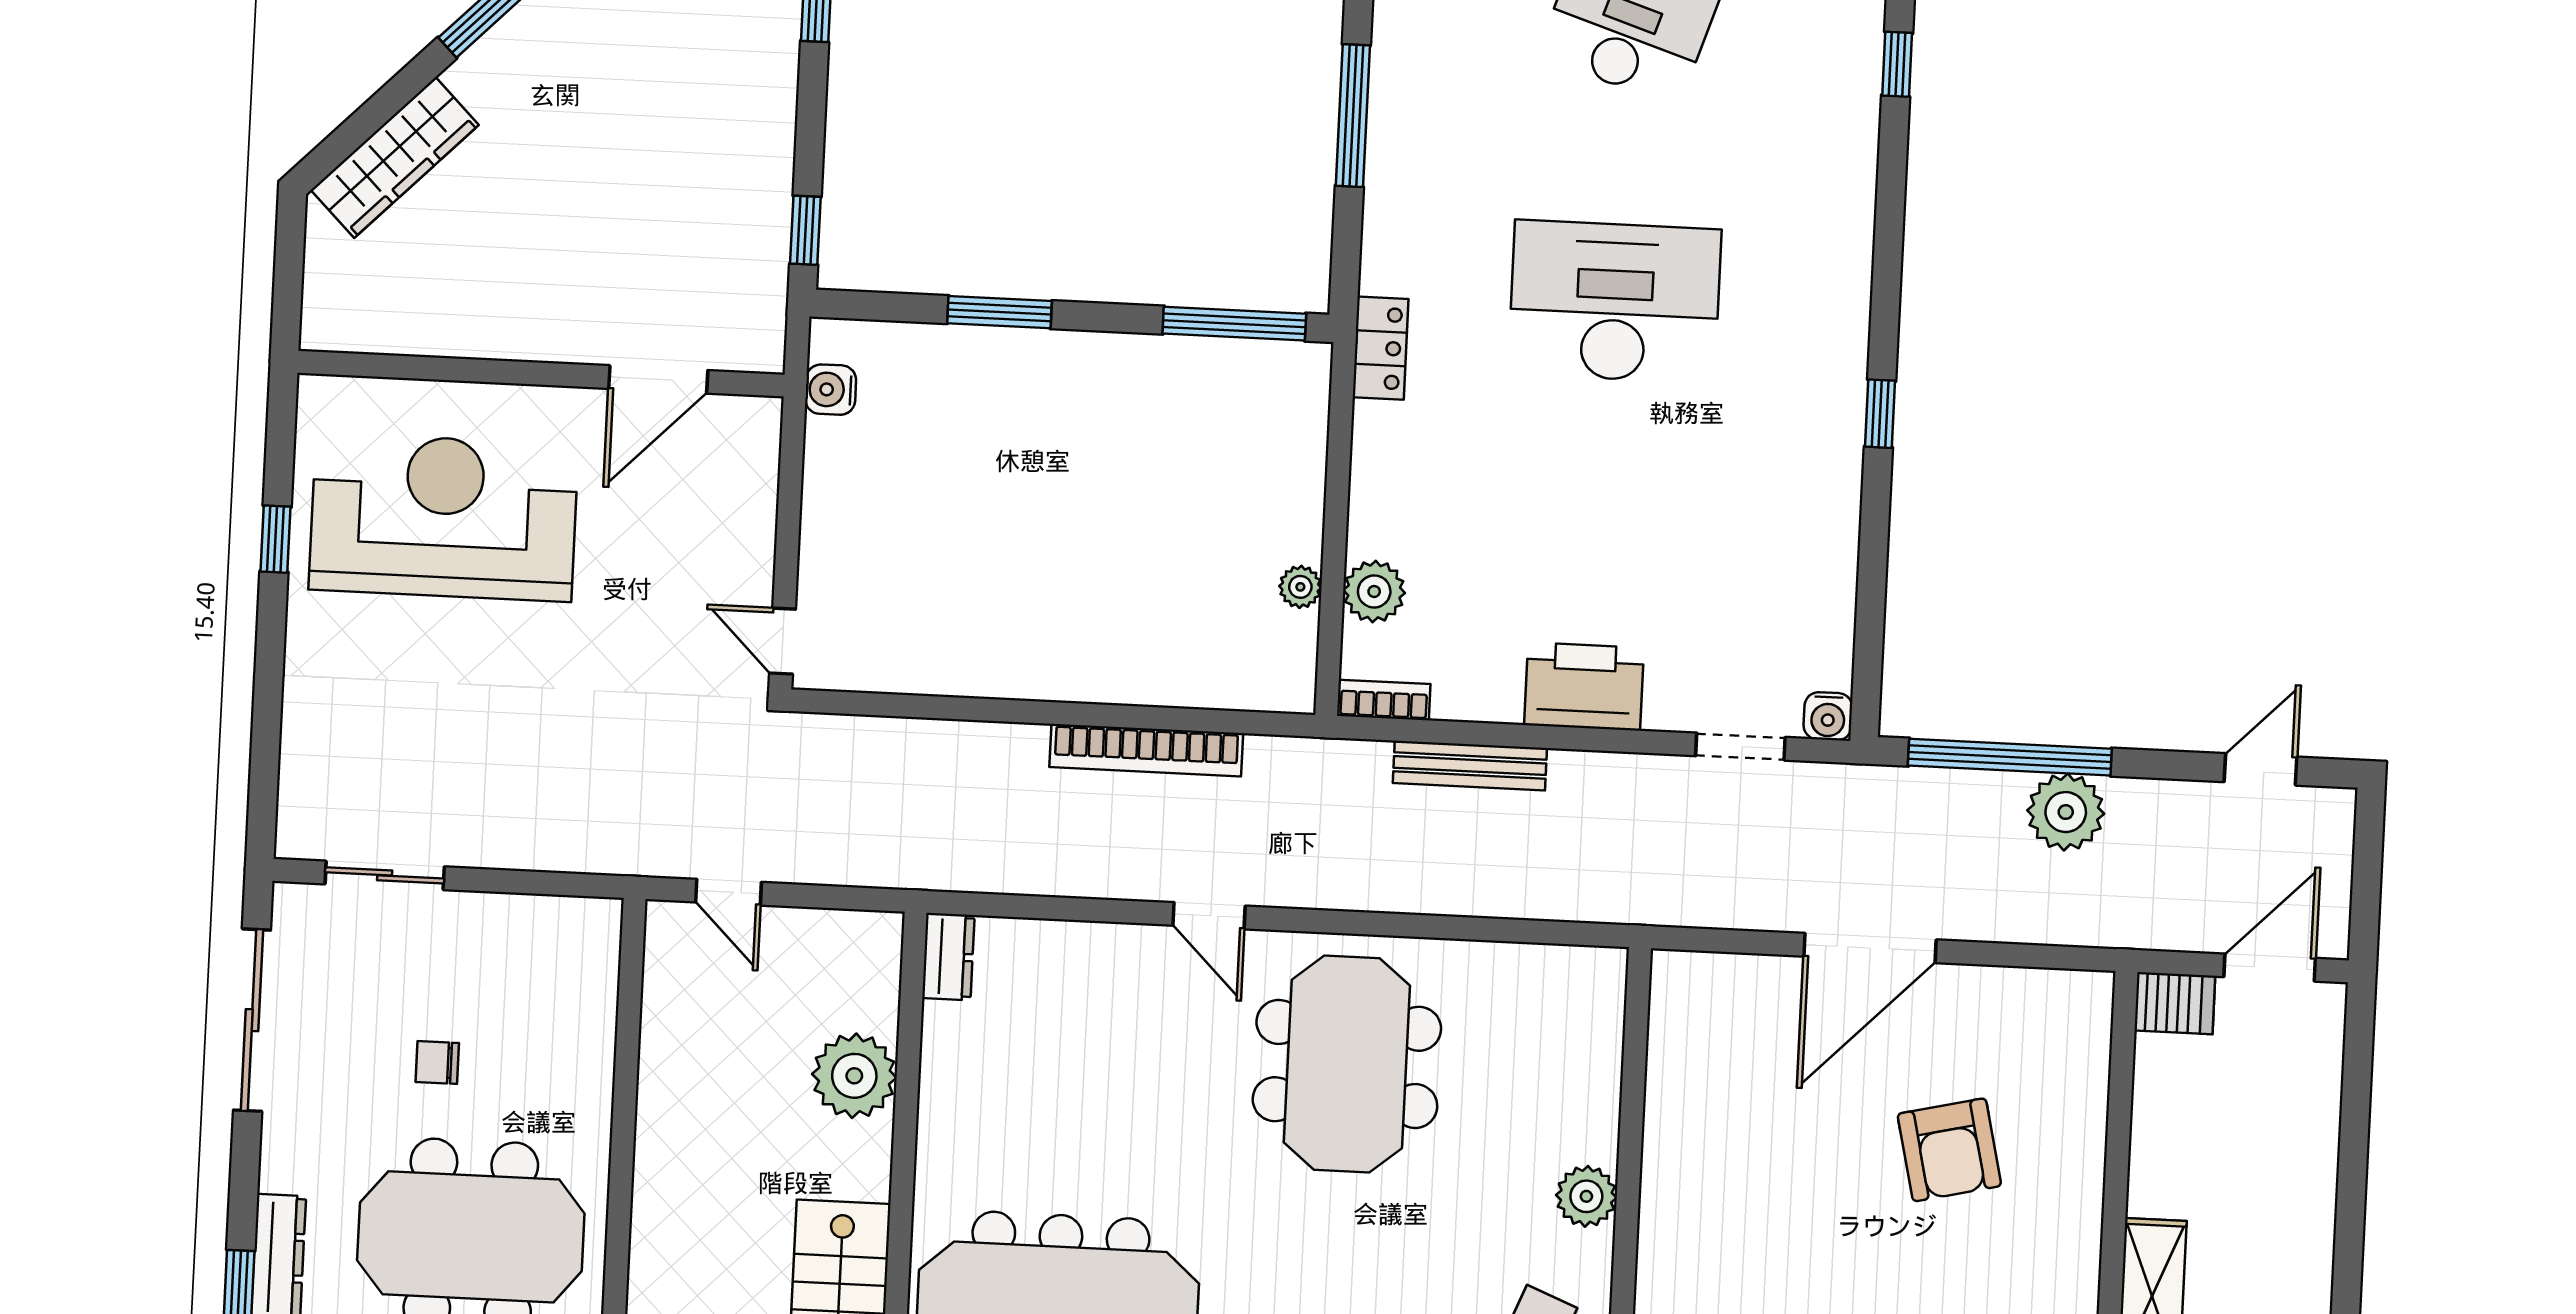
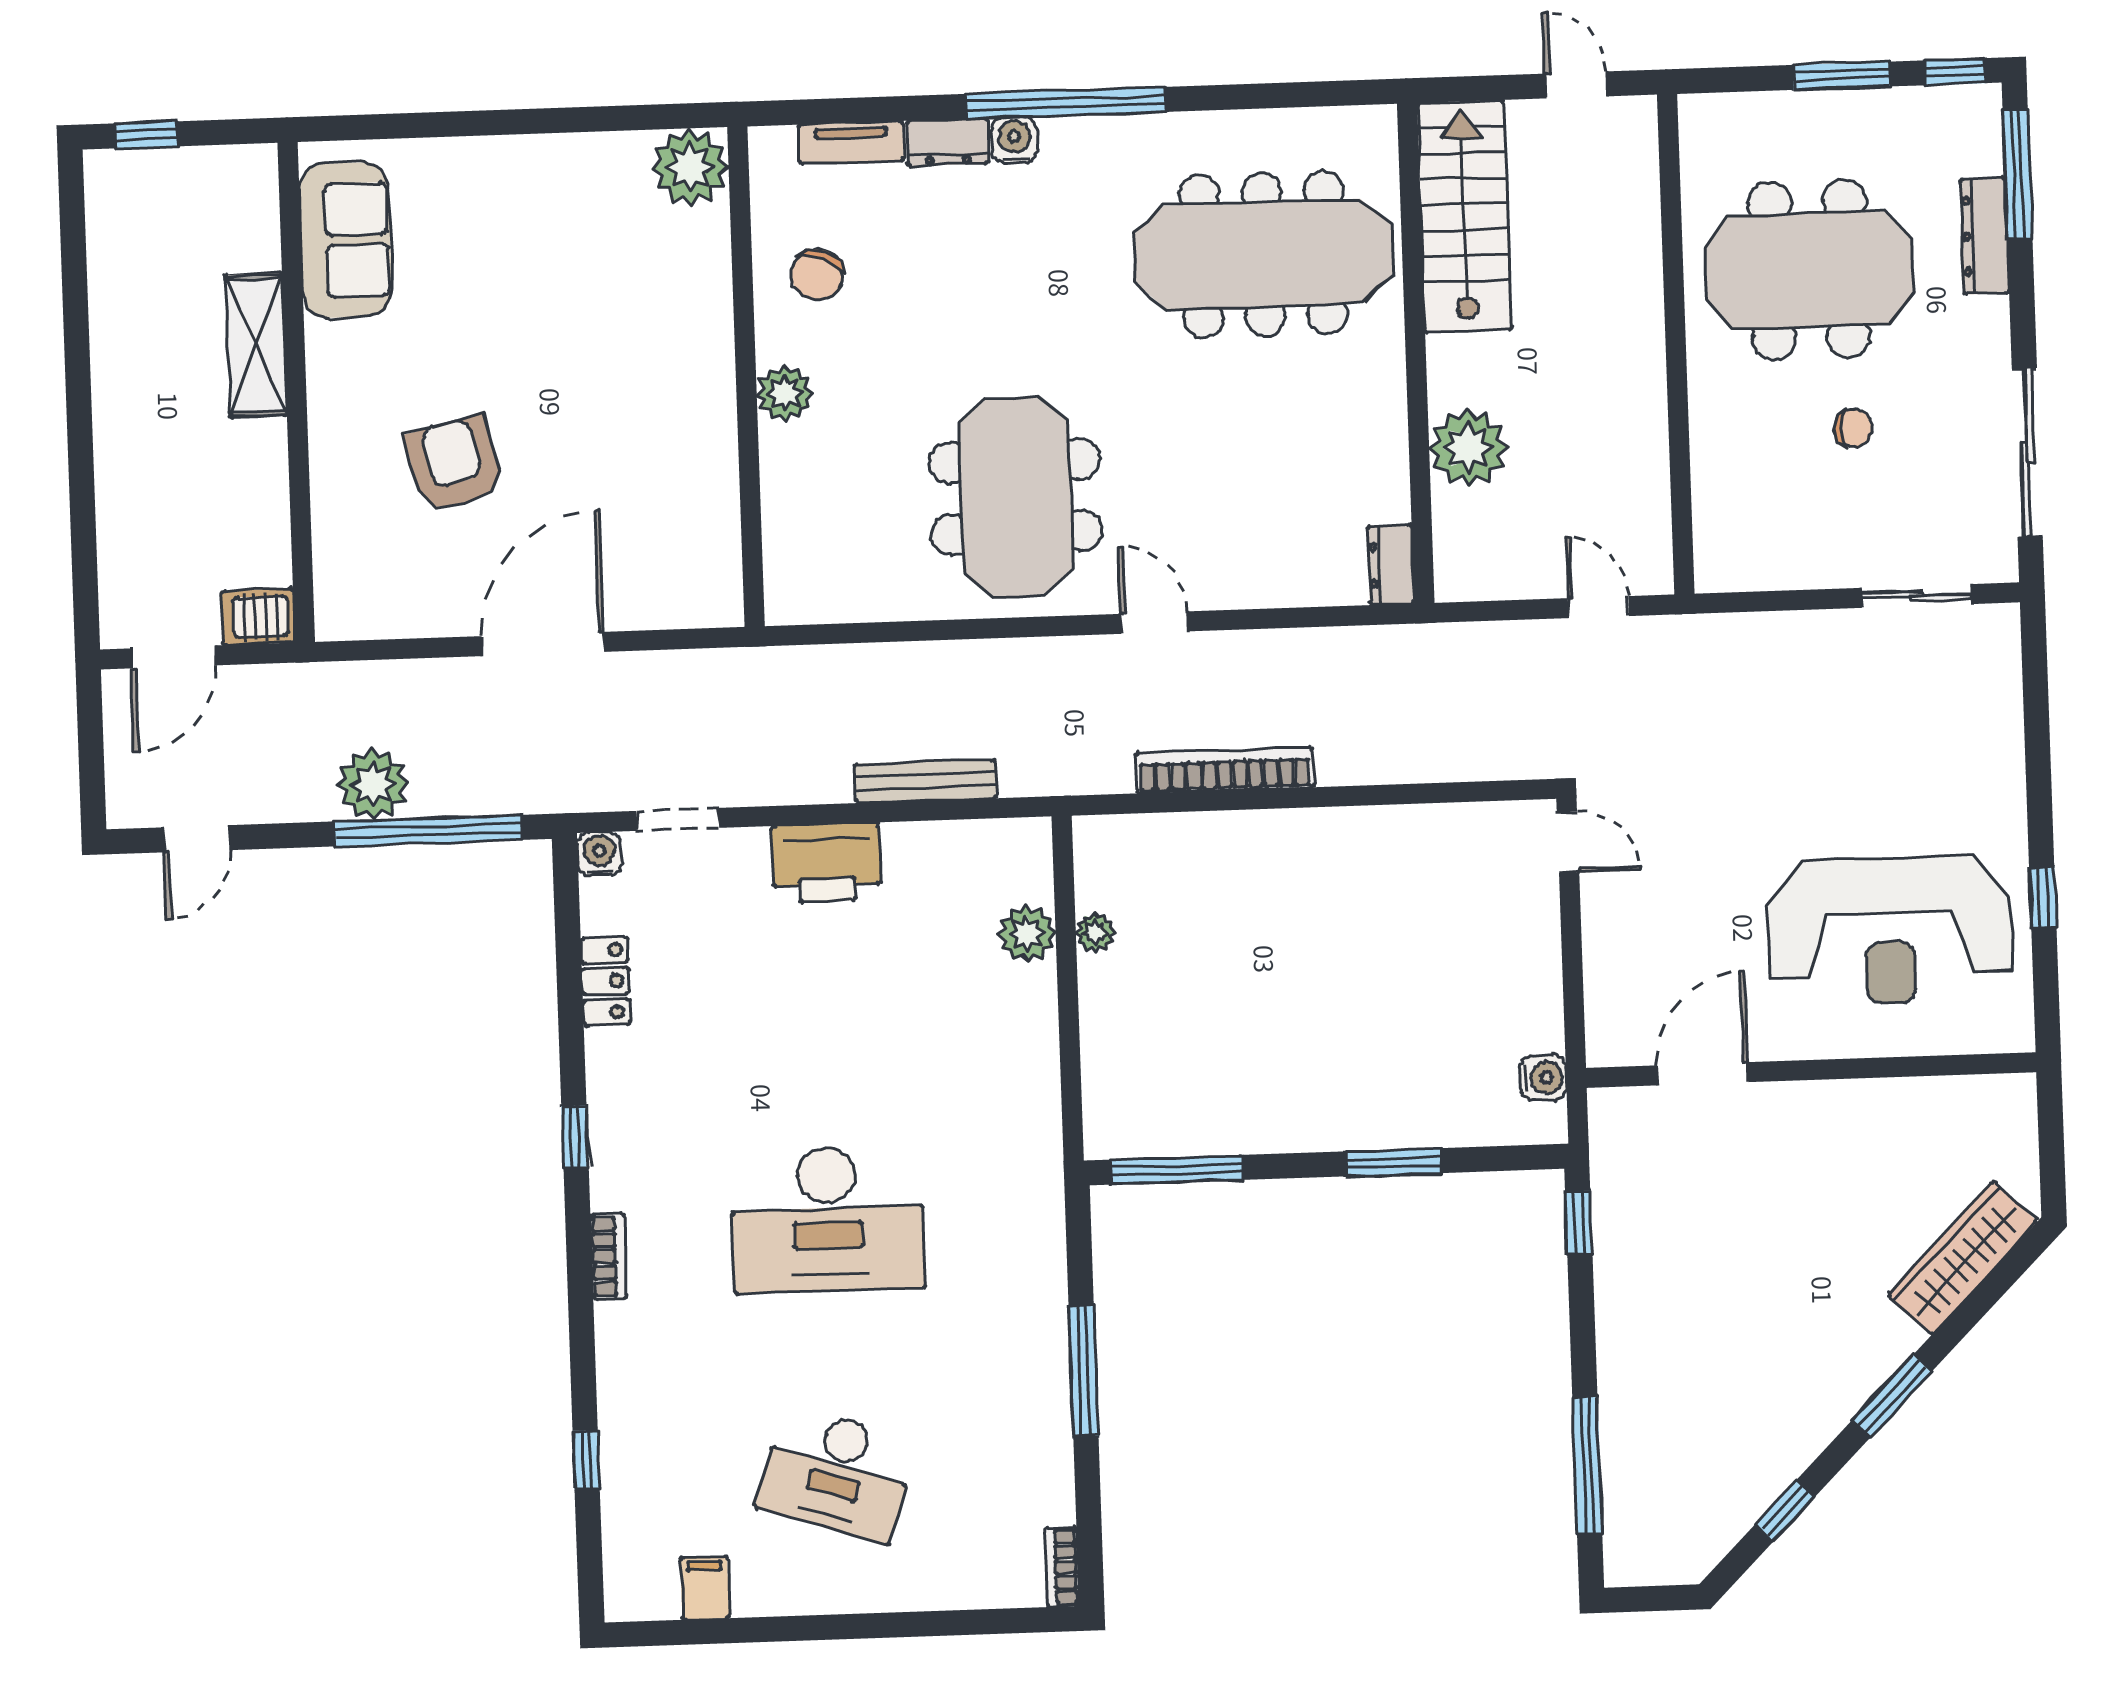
locker: (1381, 348) -> (606, 981), moved, turned 180
bookcase: (1384, 700) -> (609, 1256), moved, turned -90

